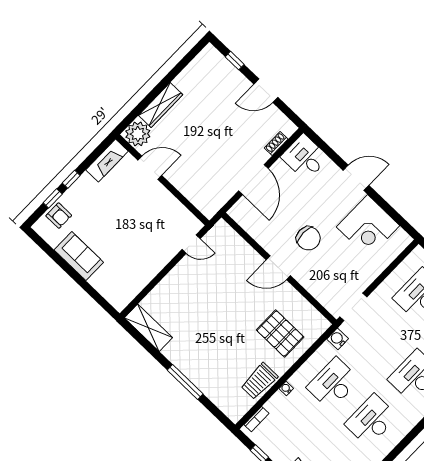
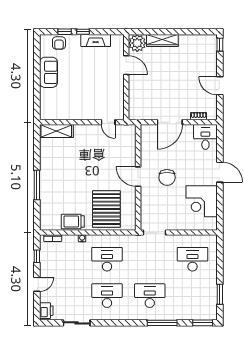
window: (235, 61) -> (220, 45), moved
fireplace: (107, 161) -> (96, 41), moved
shelving: (148, 328) -> (56, 131), moved, turned 90
pallet: (280, 334) -> (106, 209), width x1.37, depth x1.41
water cooler: (338, 339) -> (131, 240), removed

